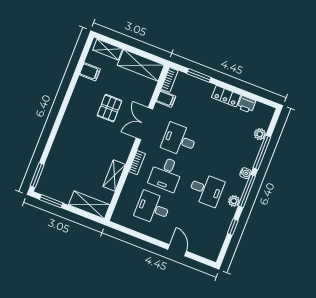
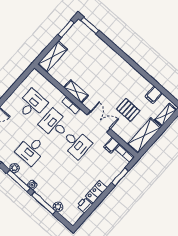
pallet: (109, 108) -> (128, 110), moved
desk: (179, 140) -> (76, 144), turned 90
shelving: (114, 175) -> (76, 91), moved

